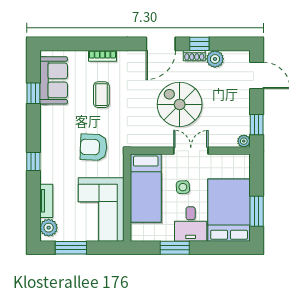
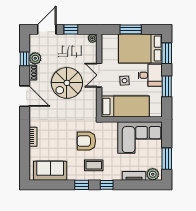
window: (199, 44) -> (25, 59), moved
window: (33, 93) -> (82, 185), moved
coffee table: (101, 95) -> (94, 165), moved
window: (257, 125) -> (71, 29), moved
armchair: (94, 147) -> (86, 141), moved, turned 88
window: (257, 211) -> (131, 29), moved
window: (222, 248) -> (167, 53), added

